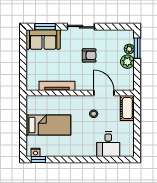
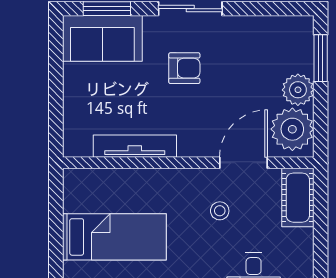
plant: (129, 49) -> (292, 129), moved, width x1.88, depth x1.88
armchair: (89, 55) -> (184, 68), moved
door: (104, 93) -> (243, 163), hinge flipped

